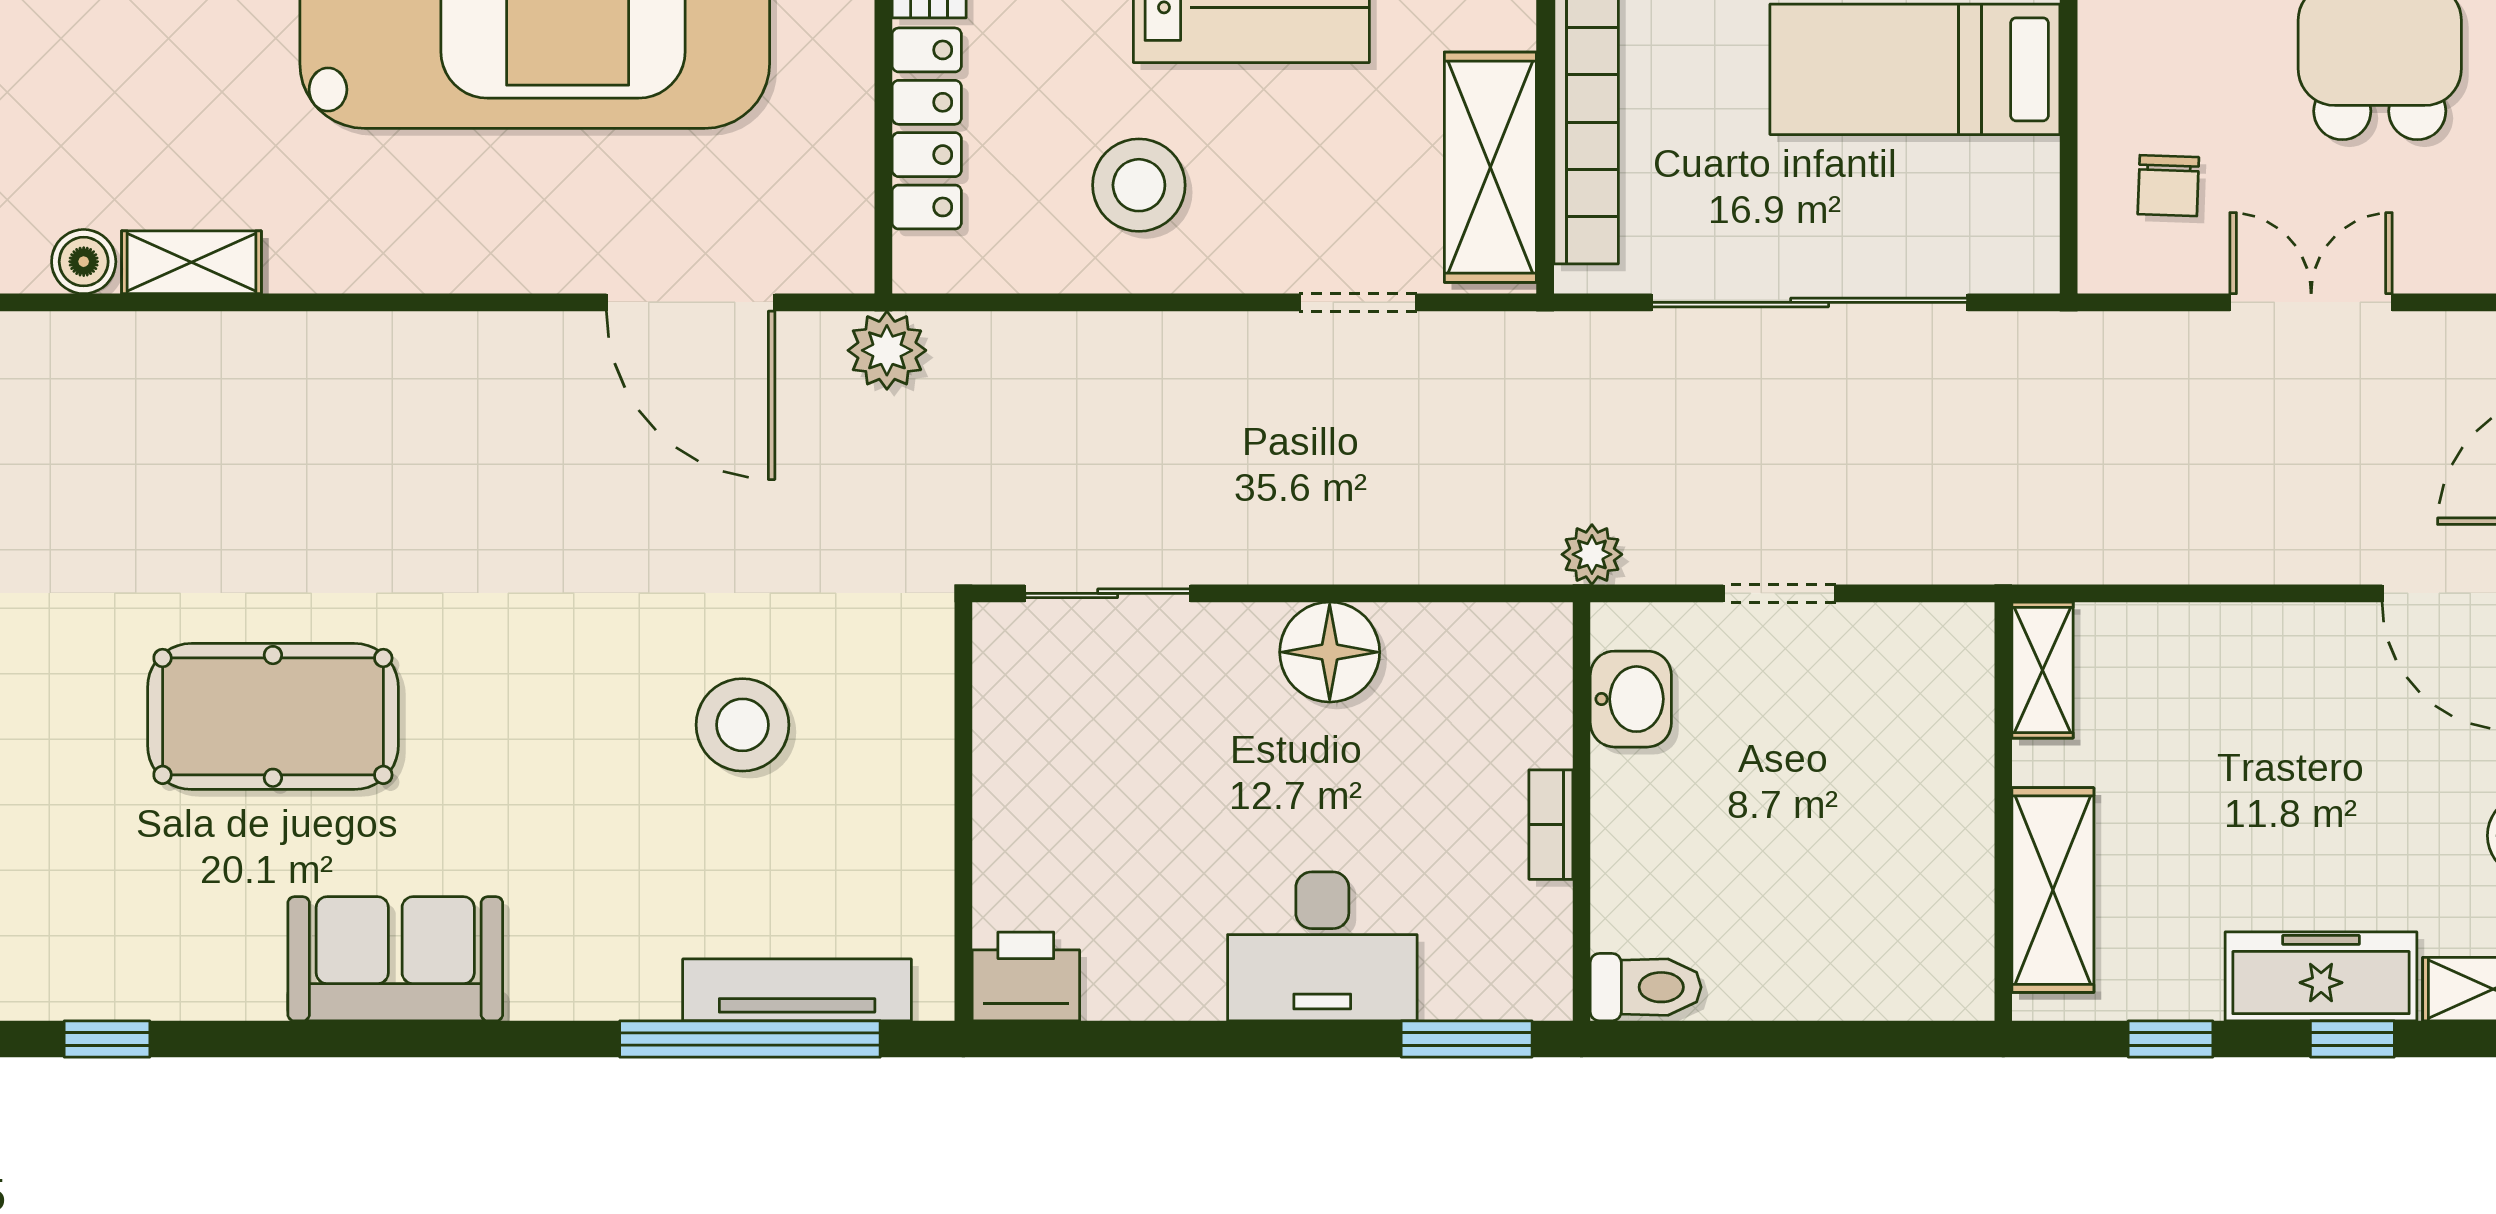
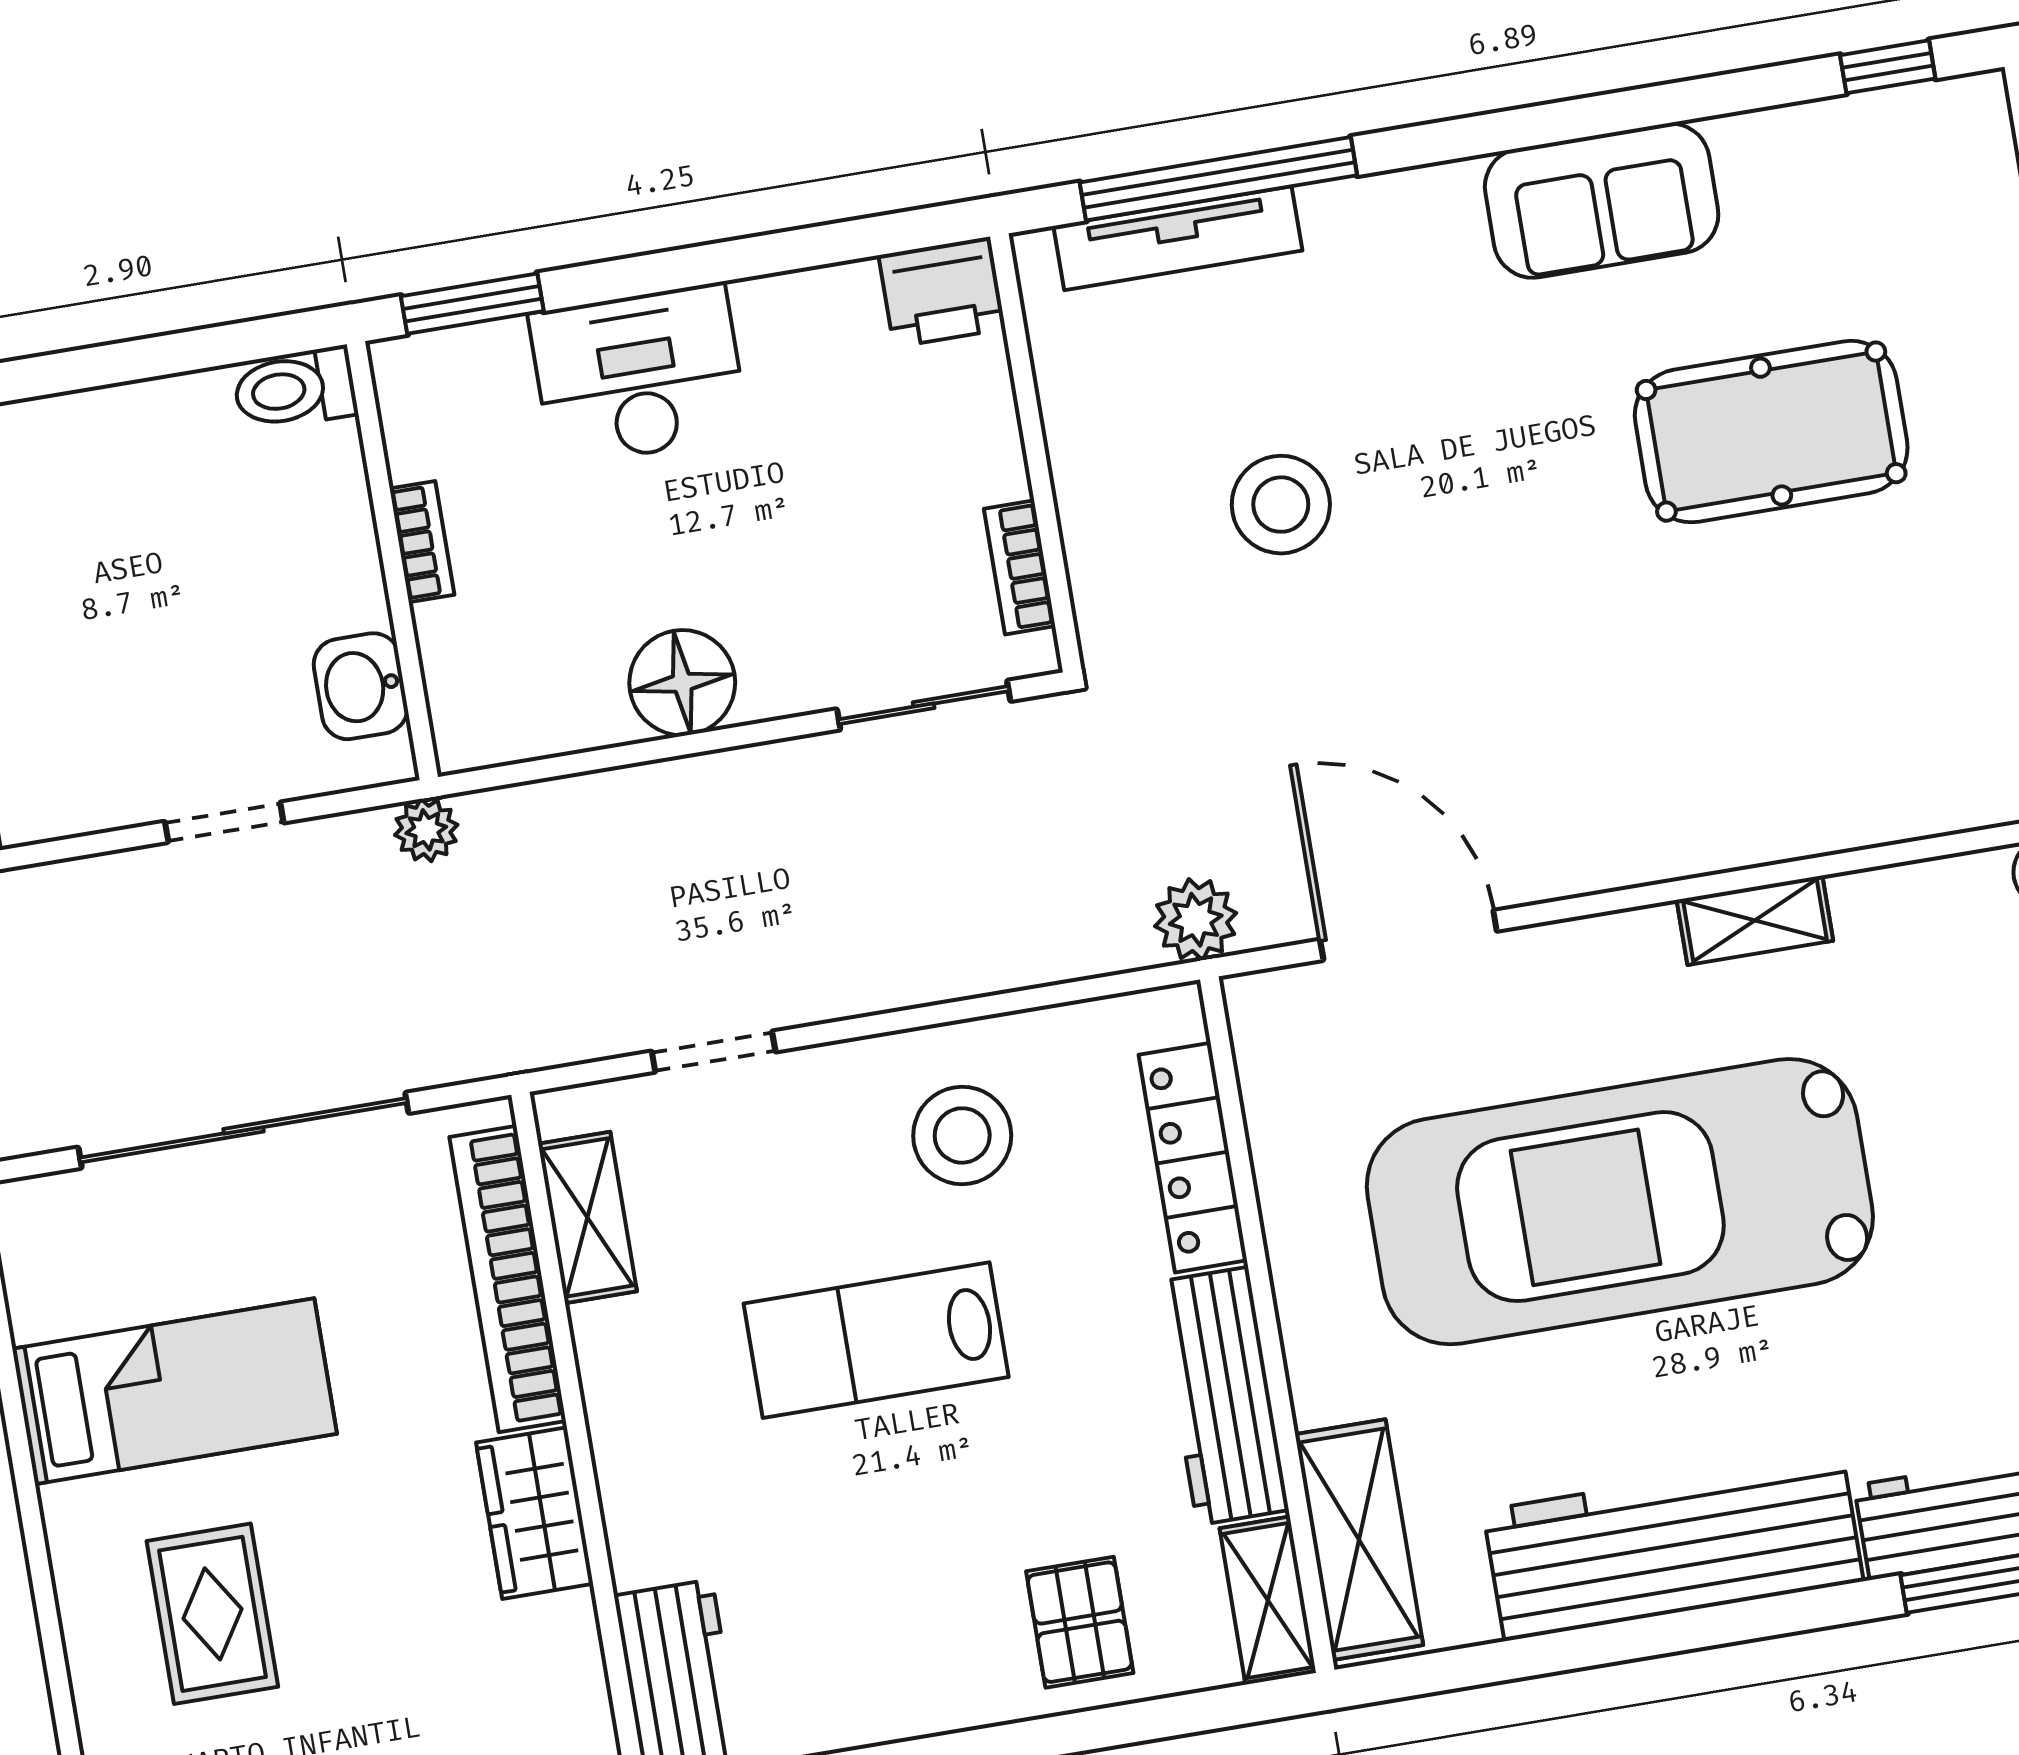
shelving: (1490, 167) -> (587, 1217), width x0.67, depth x0.75
shelving: (191, 262) -> (1755, 920), moved
bookcase: (996, 707) -> (1020, 567), added

